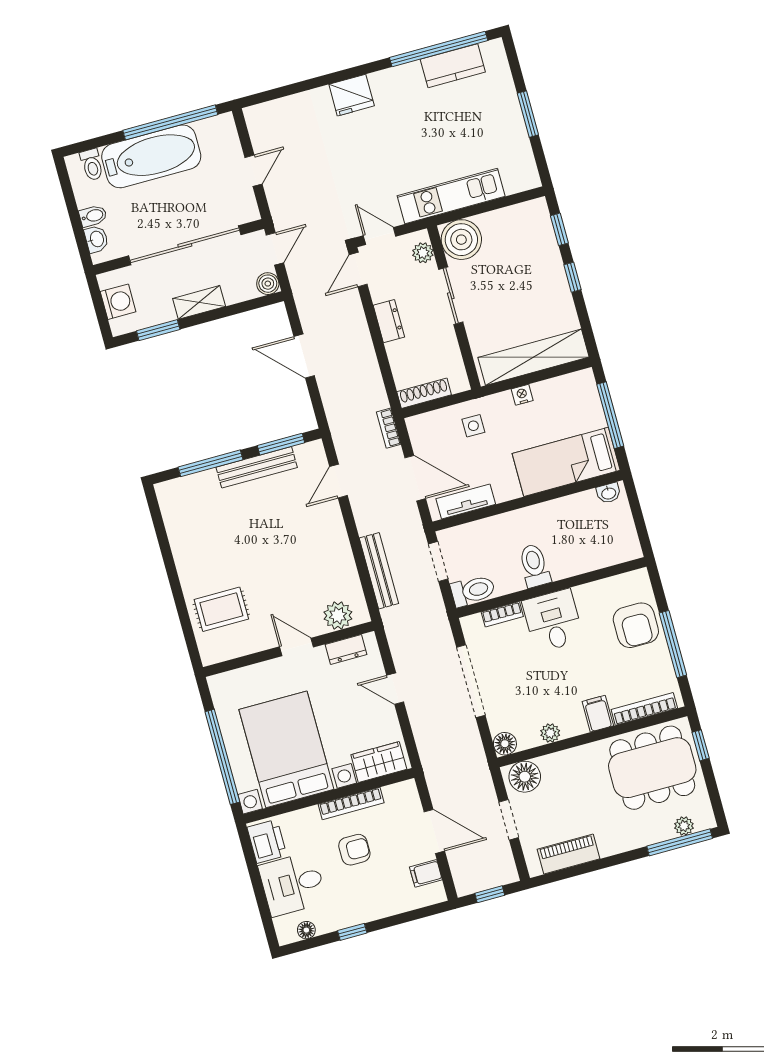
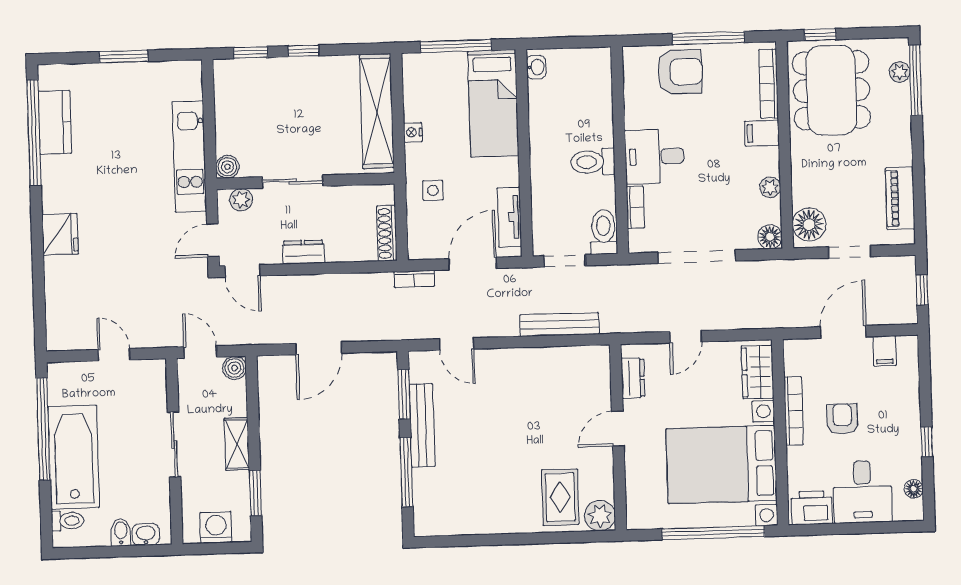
boiler: (461, 240) -> (227, 167), width x0.54, depth x0.54
sliding door: (185, 245) -> (174, 444), width x0.54
plant: (338, 615) -> (600, 516), moved

